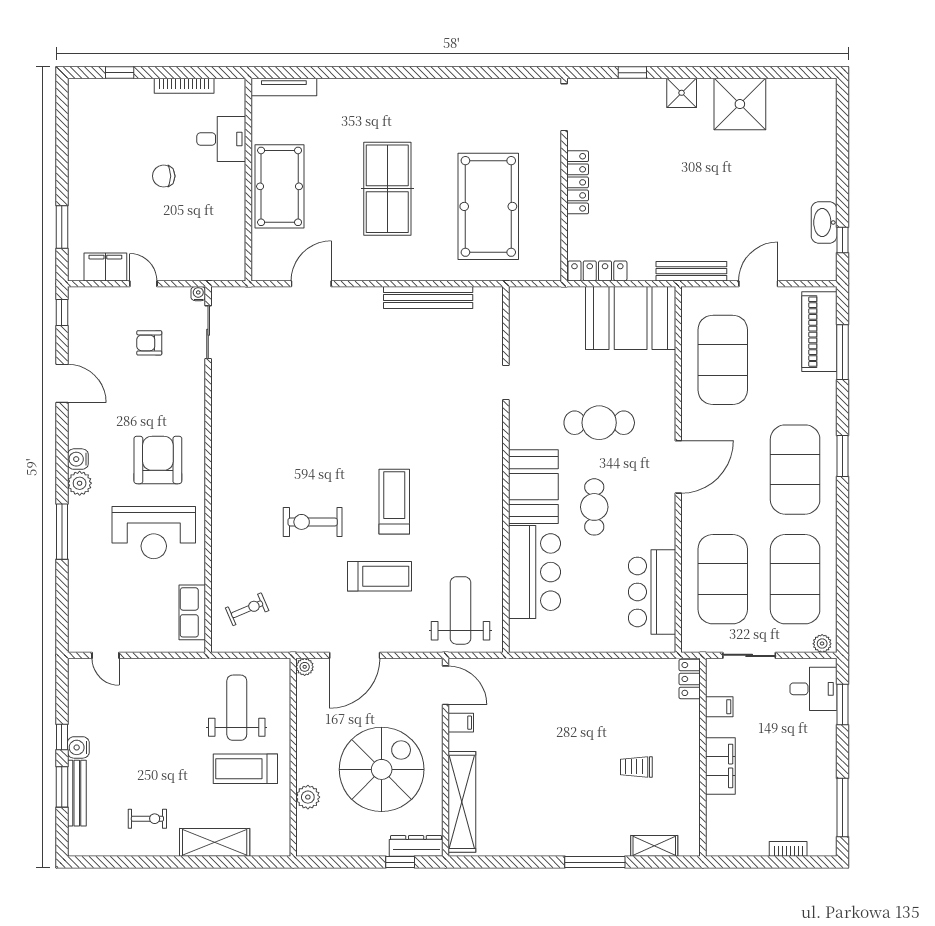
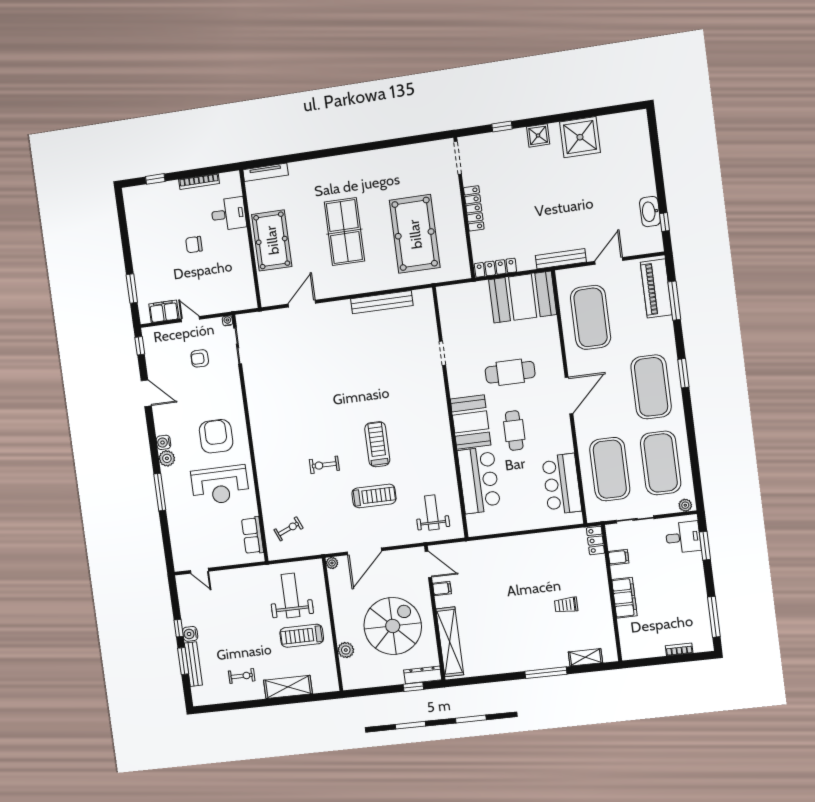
exercise bike: (313, 522) -> (324, 465), width x0.73, depth x0.72
weight bench: (461, 610) -> (432, 512), width x0.73, depth x0.75

